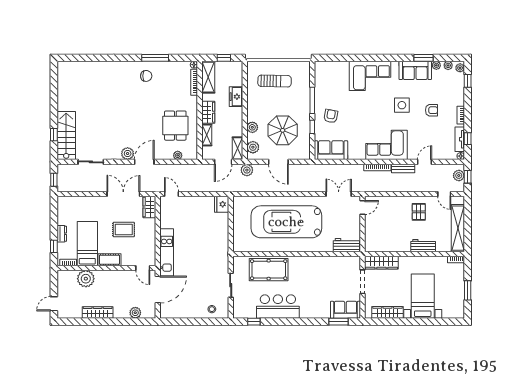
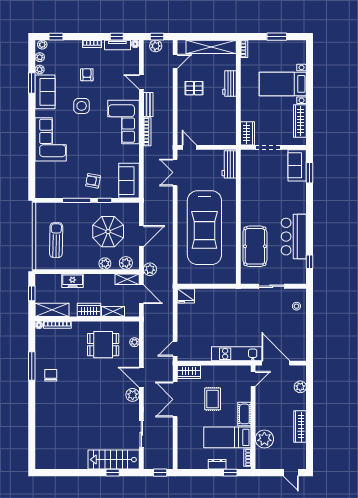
wardrobe: (381, 263) -> (248, 133), width x0.67

